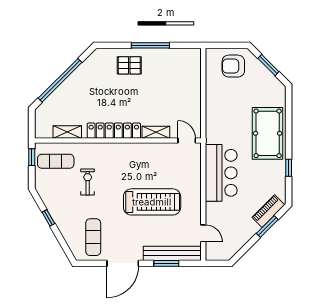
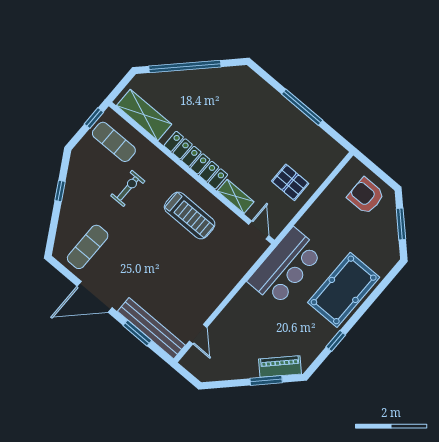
pallet: (129, 65) -> (290, 182), moved
shelving: (67, 132) -> (144, 115), width x1.50, depth x1.33
bar counter: (221, 173) -> (285, 267), moved
treadmill: (152, 202) -> (190, 215), moved, width x0.73, depth x0.73

